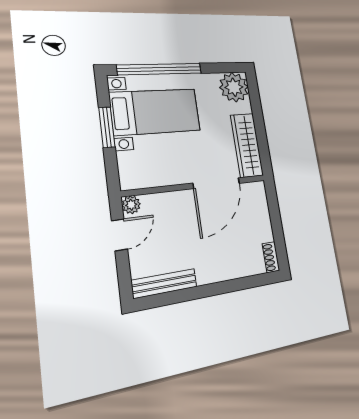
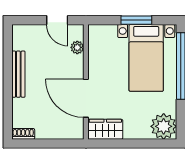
wardrobe: (247, 145) -> (105, 129), width x0.67
plant: (131, 205) -> (77, 47), moved
bench: (164, 283) -> (18, 74), moved

